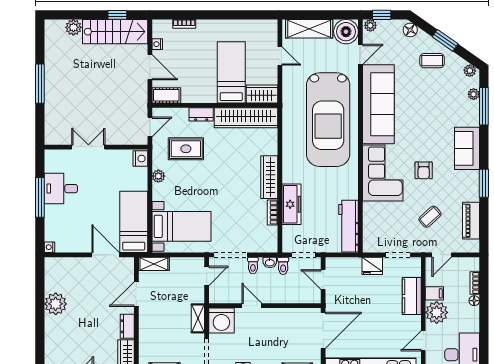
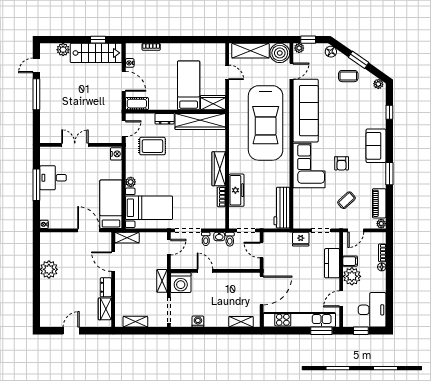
door: (40, 47) -> (36, 65), added
plant: (474, 94) -> (381, 224), moved
window: (484, 106) -> (389, 112), width x0.46
plant: (158, 176) -> (131, 182), moved
door: (136, 294) -> (113, 262), hinge flipped

